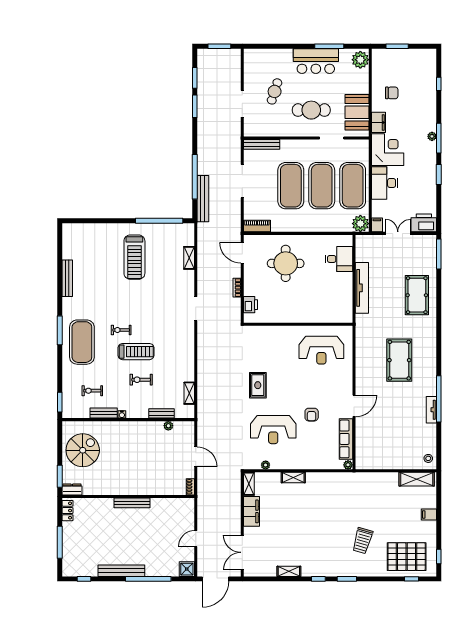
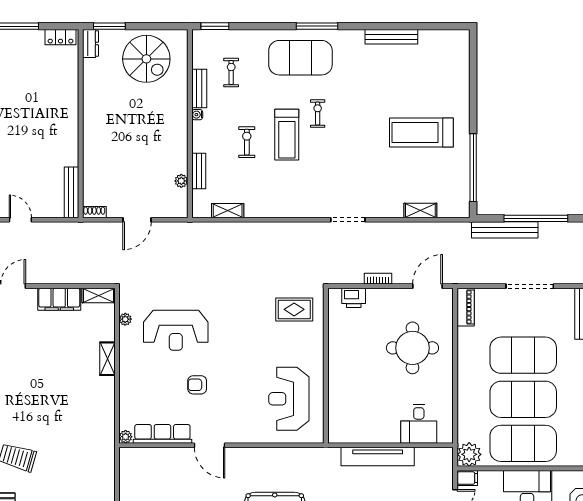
rug: (258, 385) -> (294, 309), moved
reception desk: (273, 430) -> (176, 330), turned -90
bench: (132, 503) -> (71, 192), moved

